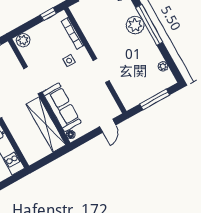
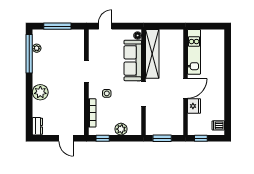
window: (149, 25) -> (29, 54), moved
plant: (23, 40) -> (121, 129), moved

